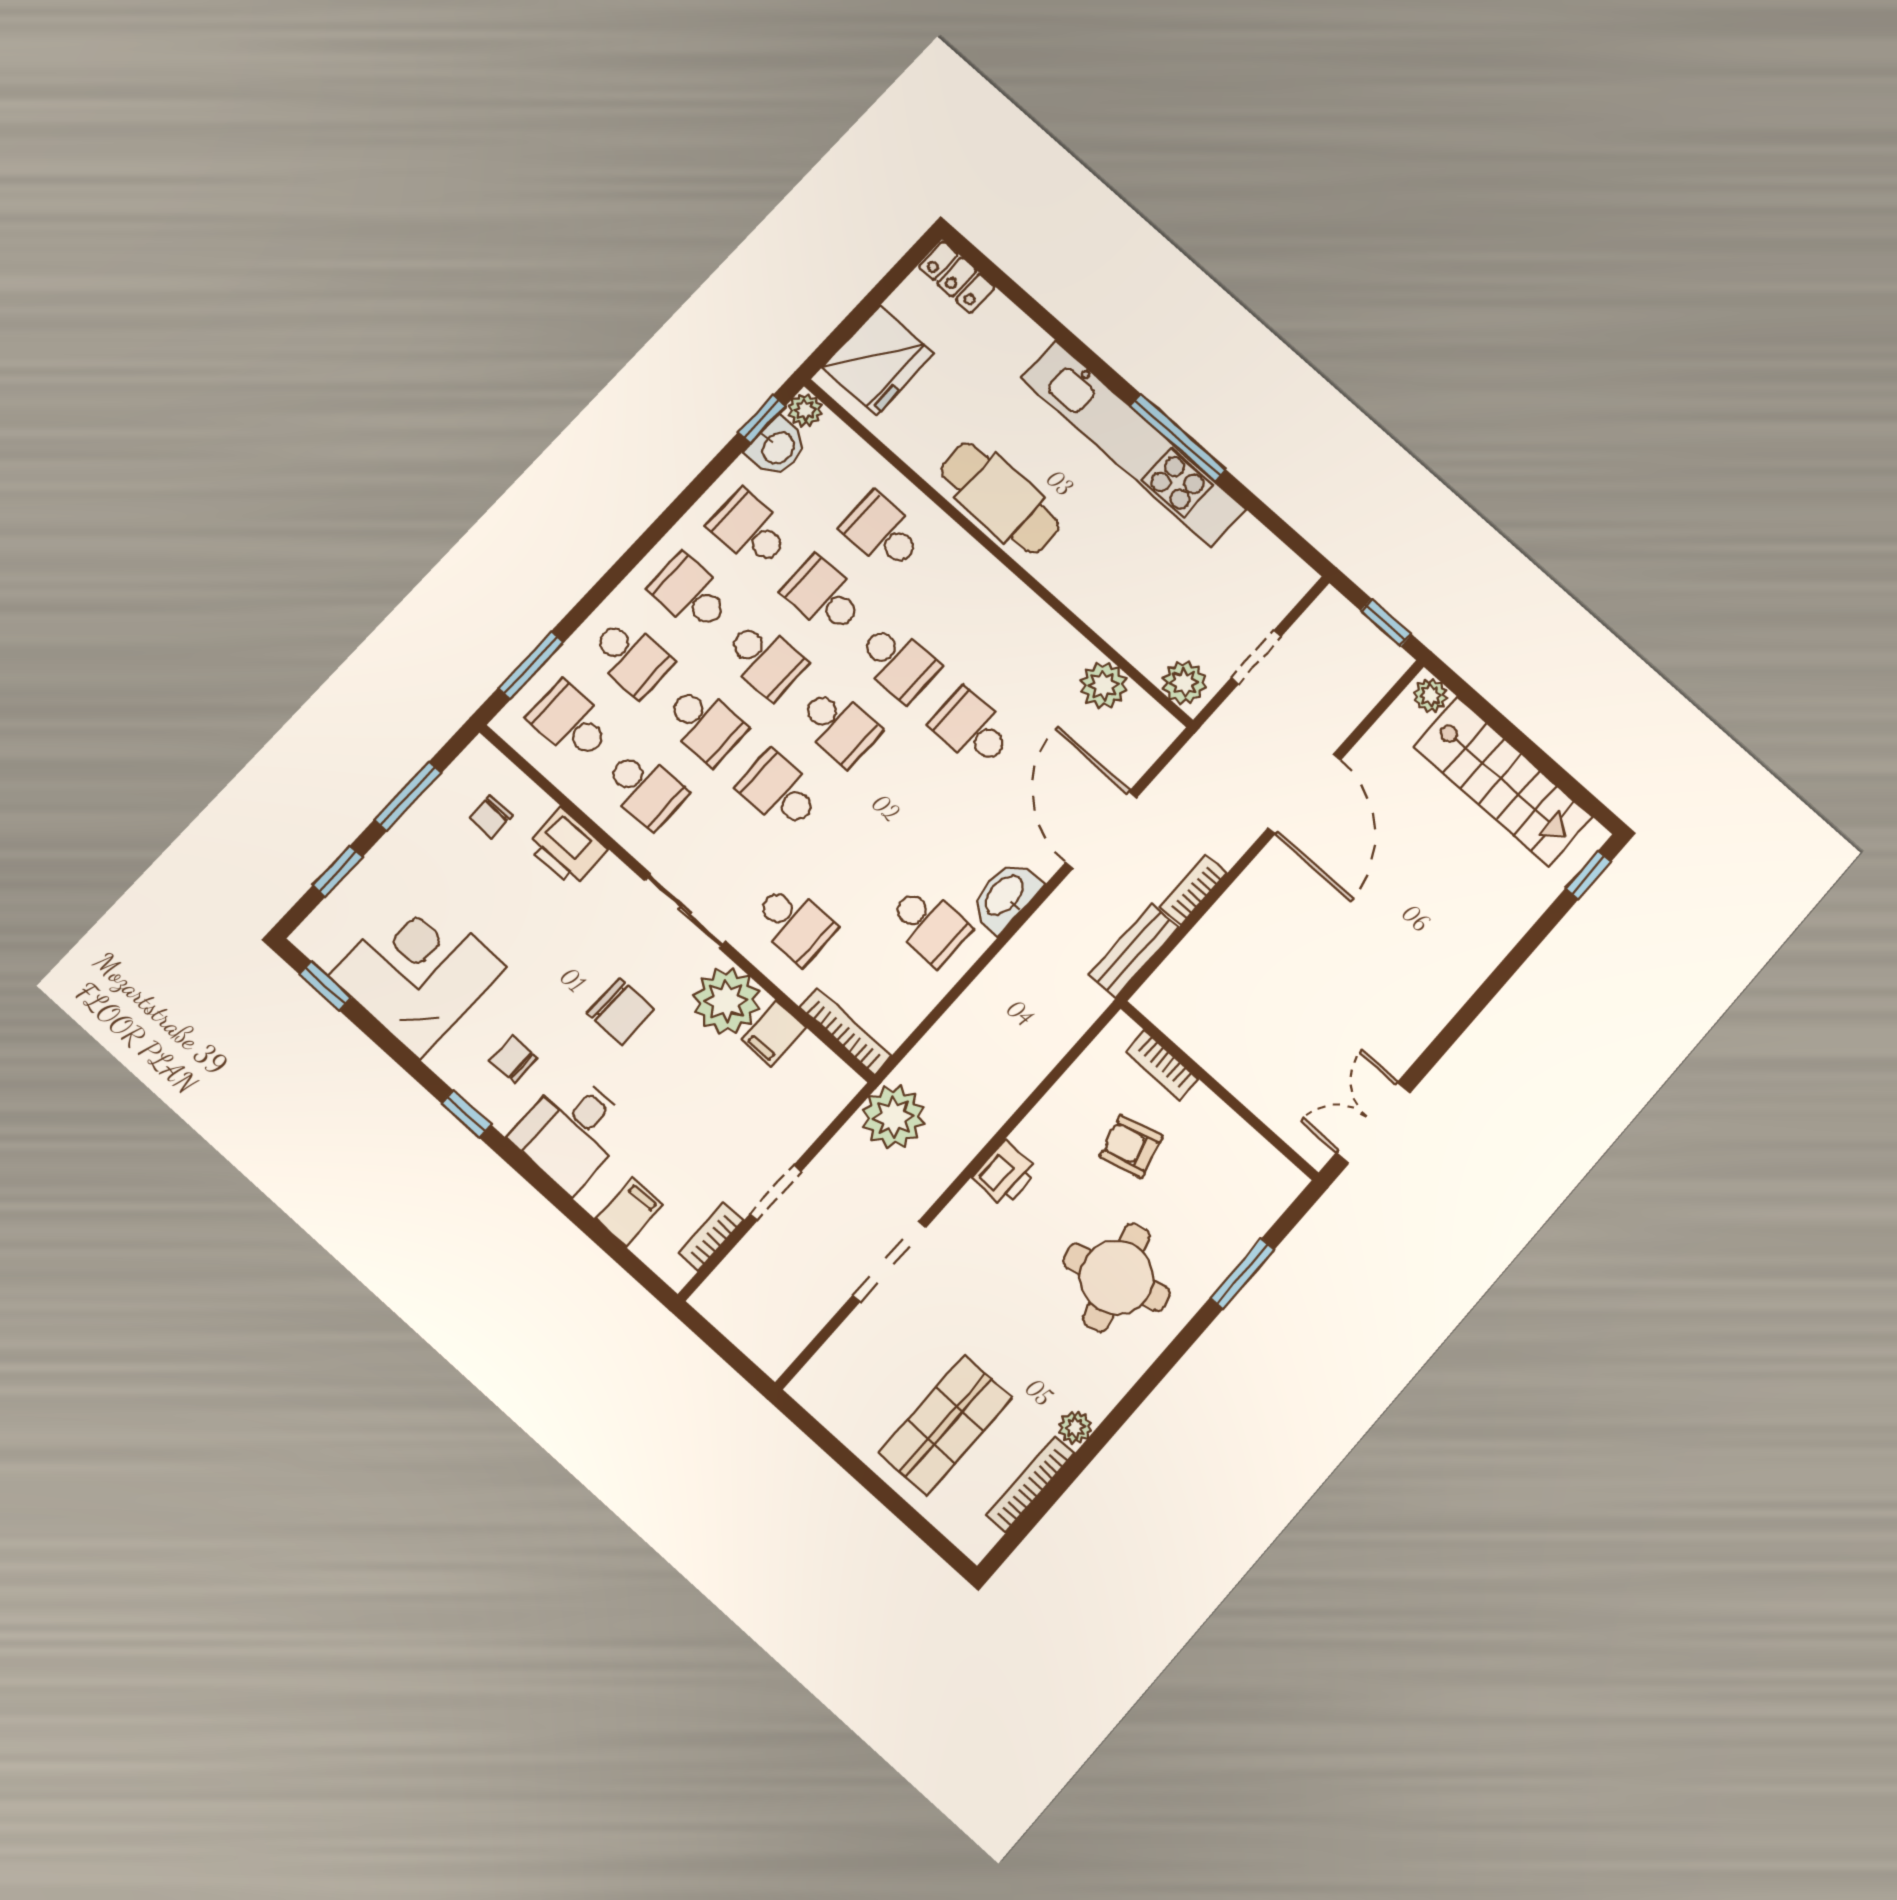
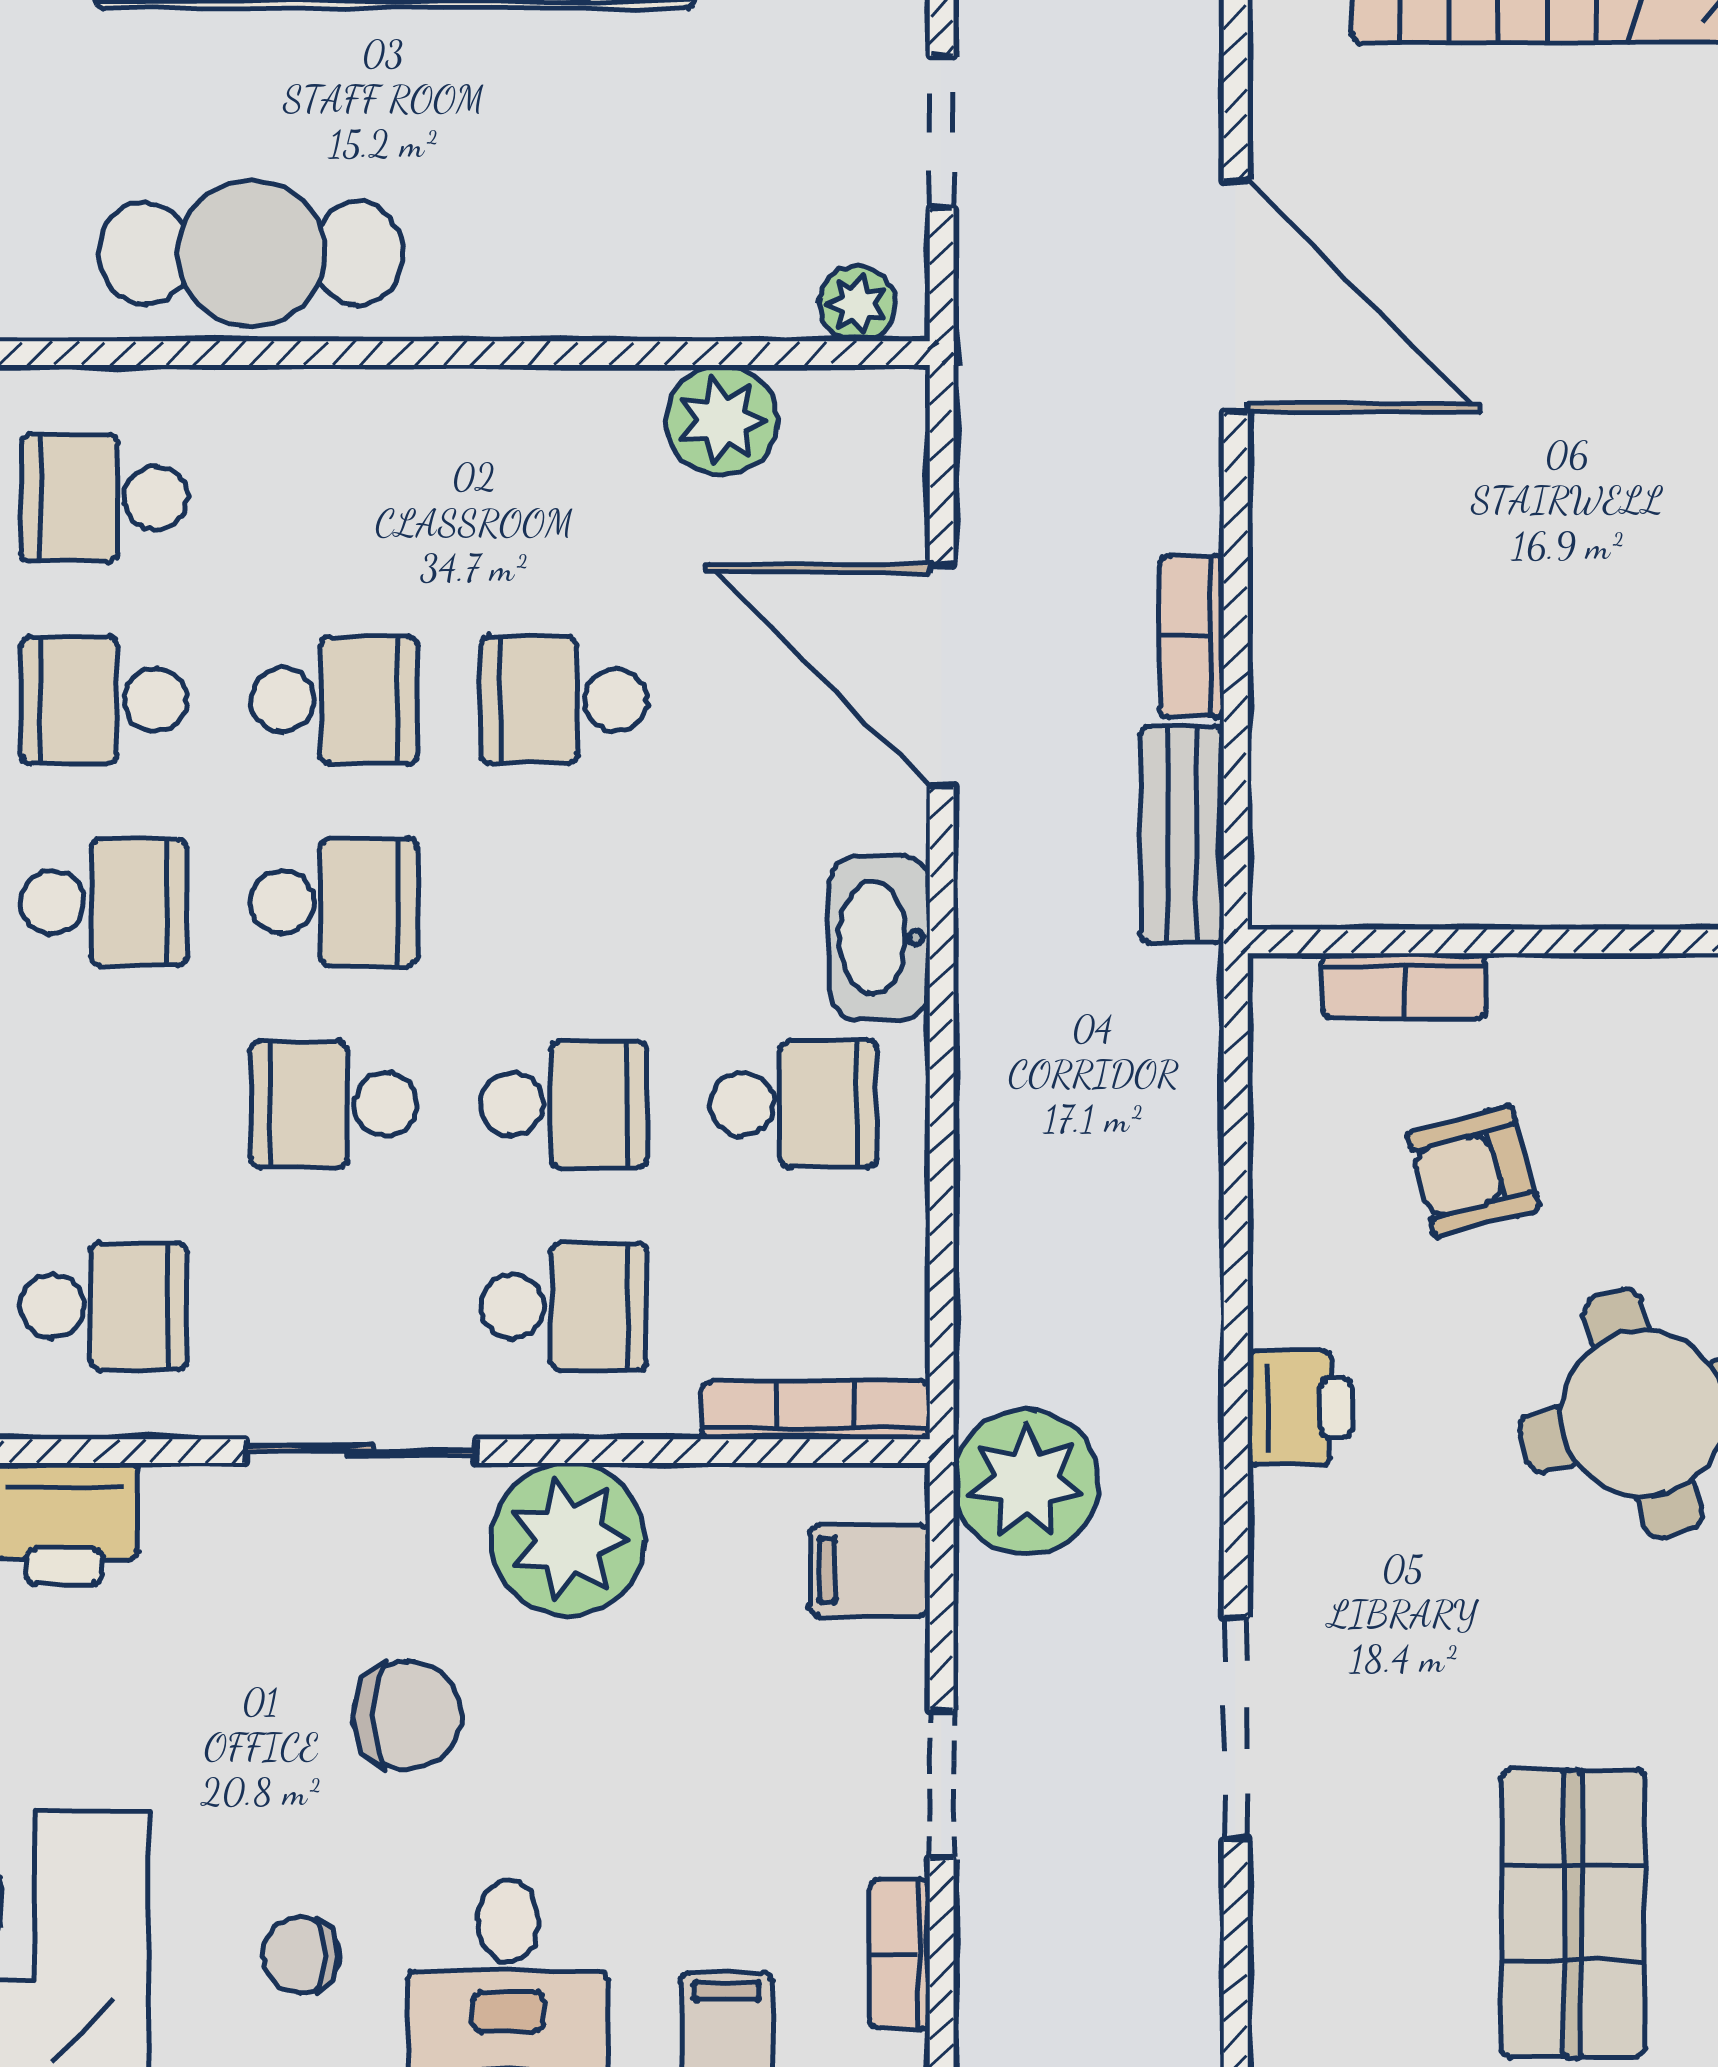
plant: (1184, 683) -> (857, 304), width x0.73, depth x0.73
school desk: (705, 724) -> (564, 1104), moved
filing cabinet: (774, 1034) -> (870, 1570), moved, turned 90

